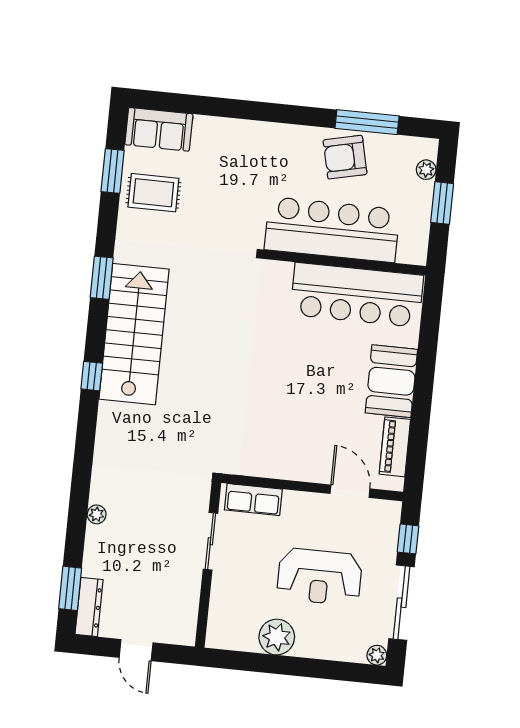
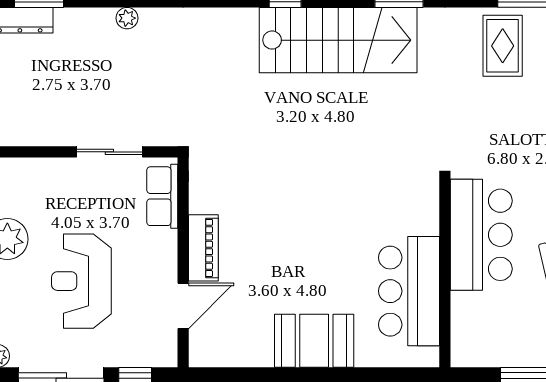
bar counter: (332, 230) -> (481, 235), width x0.73
bar counter: (357, 295) -> (409, 291), width x0.73
piano: (395, 447) -> (203, 248), moved, turned 90

